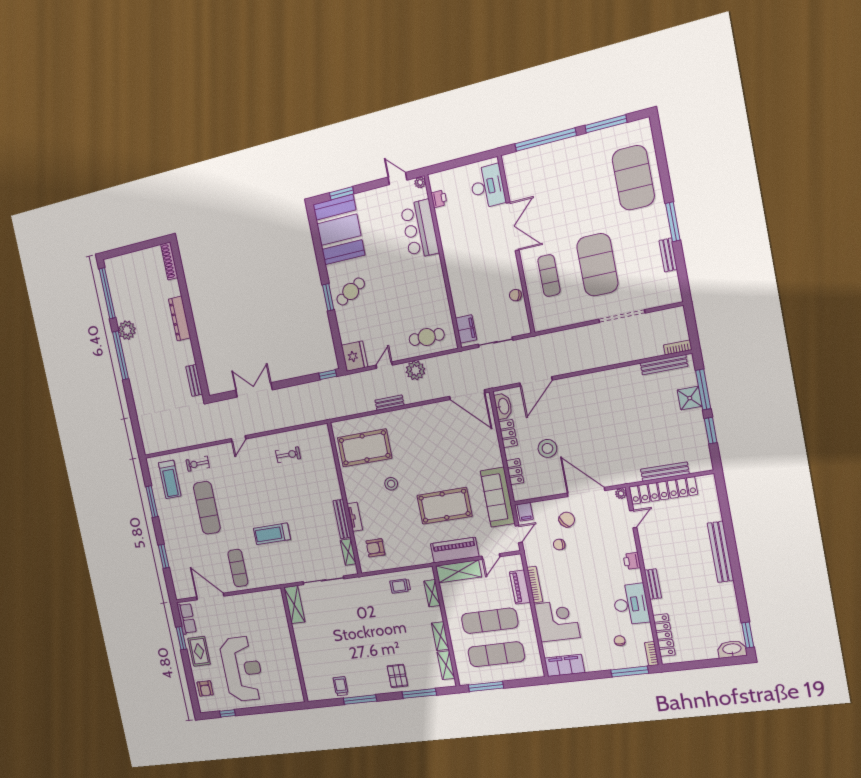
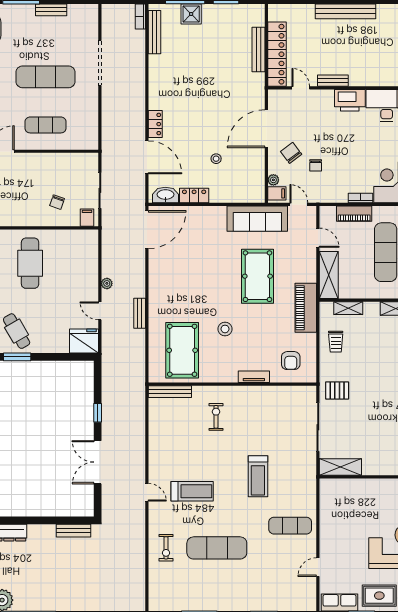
exercise mat: (597, 265) -> (45, 77), width x0.68
chair: (515, 295) -> (57, 202), moved
filing cabinet: (466, 329) -> (87, 218), width x0.50
cafe table: (427, 337) -> (30, 263), moved, width x1.37, depth x1.35
plant: (415, 370) -> (107, 283), width x0.53, depth x0.53
window: (328, 375) -> (98, 413), moved
stool: (547, 448) -> (216, 159), width x0.53, depth x0.53
exercise bike: (288, 455) -> (216, 417), moved
locker: (515, 472) -> (155, 124), moved, turned 90
treadmill: (170, 479) -> (192, 491), moved
plant: (621, 493) -> (273, 180), moved
bench: (342, 519) -> (170, 392), moved
piano: (455, 550) -> (306, 308), moved
shelving: (348, 552) -> (291, 392), removed
printer: (632, 561) -> (350, 100), width x1.87, depth x1.48
bench: (653, 584) -> (333, 81), moved
bookcase: (535, 585) -> (360, 198), width x0.64
pallet: (358, 593) -> (337, 390), added
door: (210, 596) -> (318, 567), width x0.53

